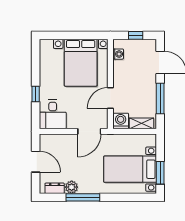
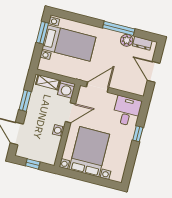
washing machine: (118, 54) -> (58, 130), moved
window: (160, 98) -> (25, 101), width x0.69

